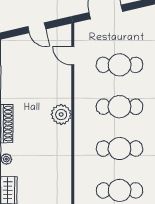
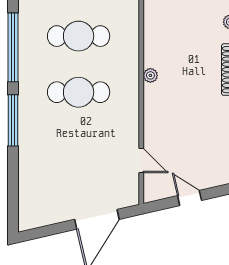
cafe table: (120, 65) -> (79, 148), removed
plant: (61, 114) -> (150, 75), width x0.53, depth x0.53

